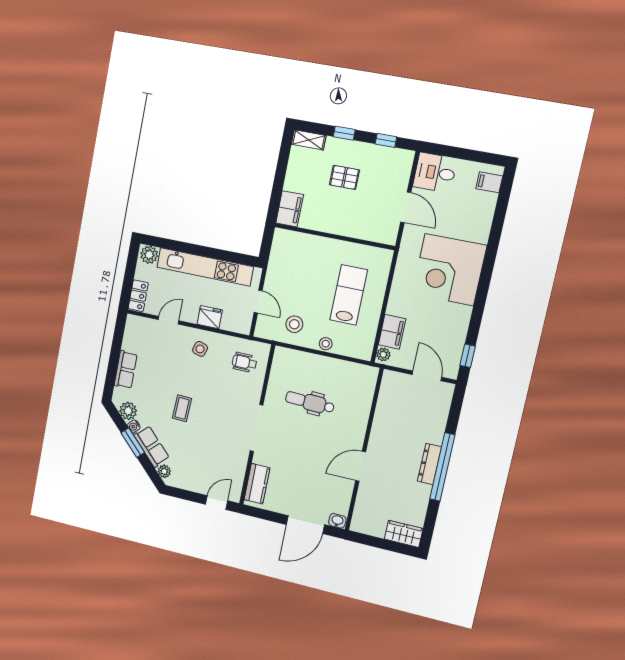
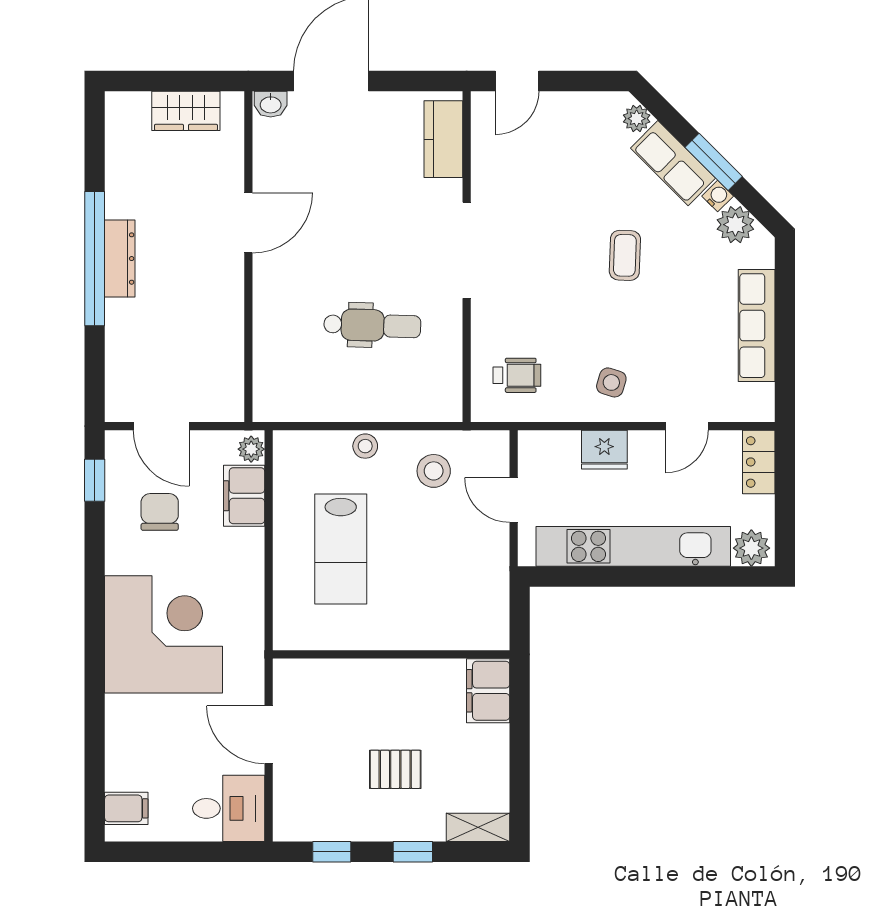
chair: (437, 333) -> (160, 512), added
row of seats: (126, 370) -> (757, 326), width x1.48
wardrobe: (404, 534) -> (186, 111), moved

